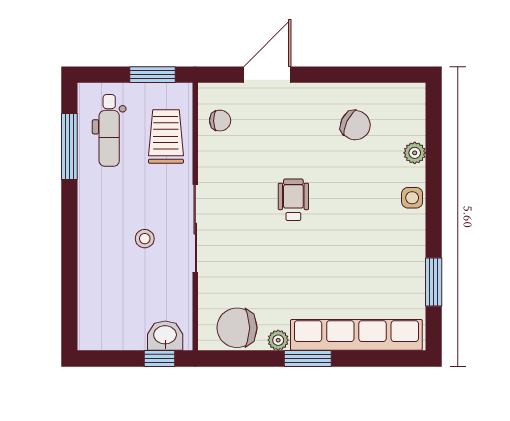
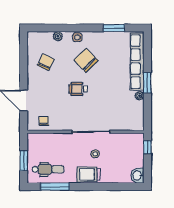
window: (152, 75) -> (24, 161), moved
trolley: (166, 137) -> (89, 175), moved
chair: (237, 328) -> (86, 60), moved, turned 136
washbasin: (165, 336) -> (137, 175), moved

